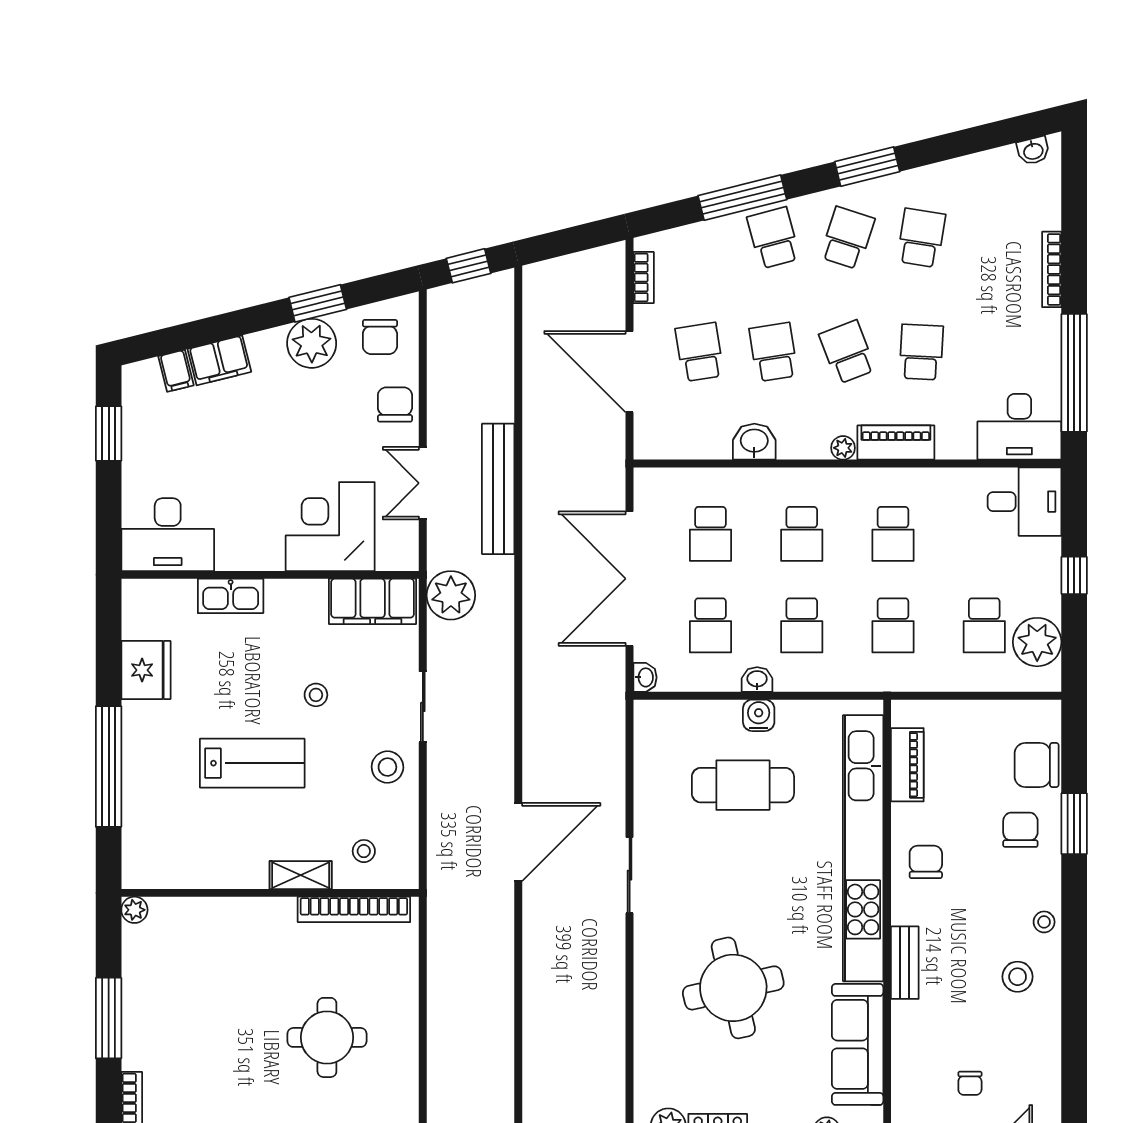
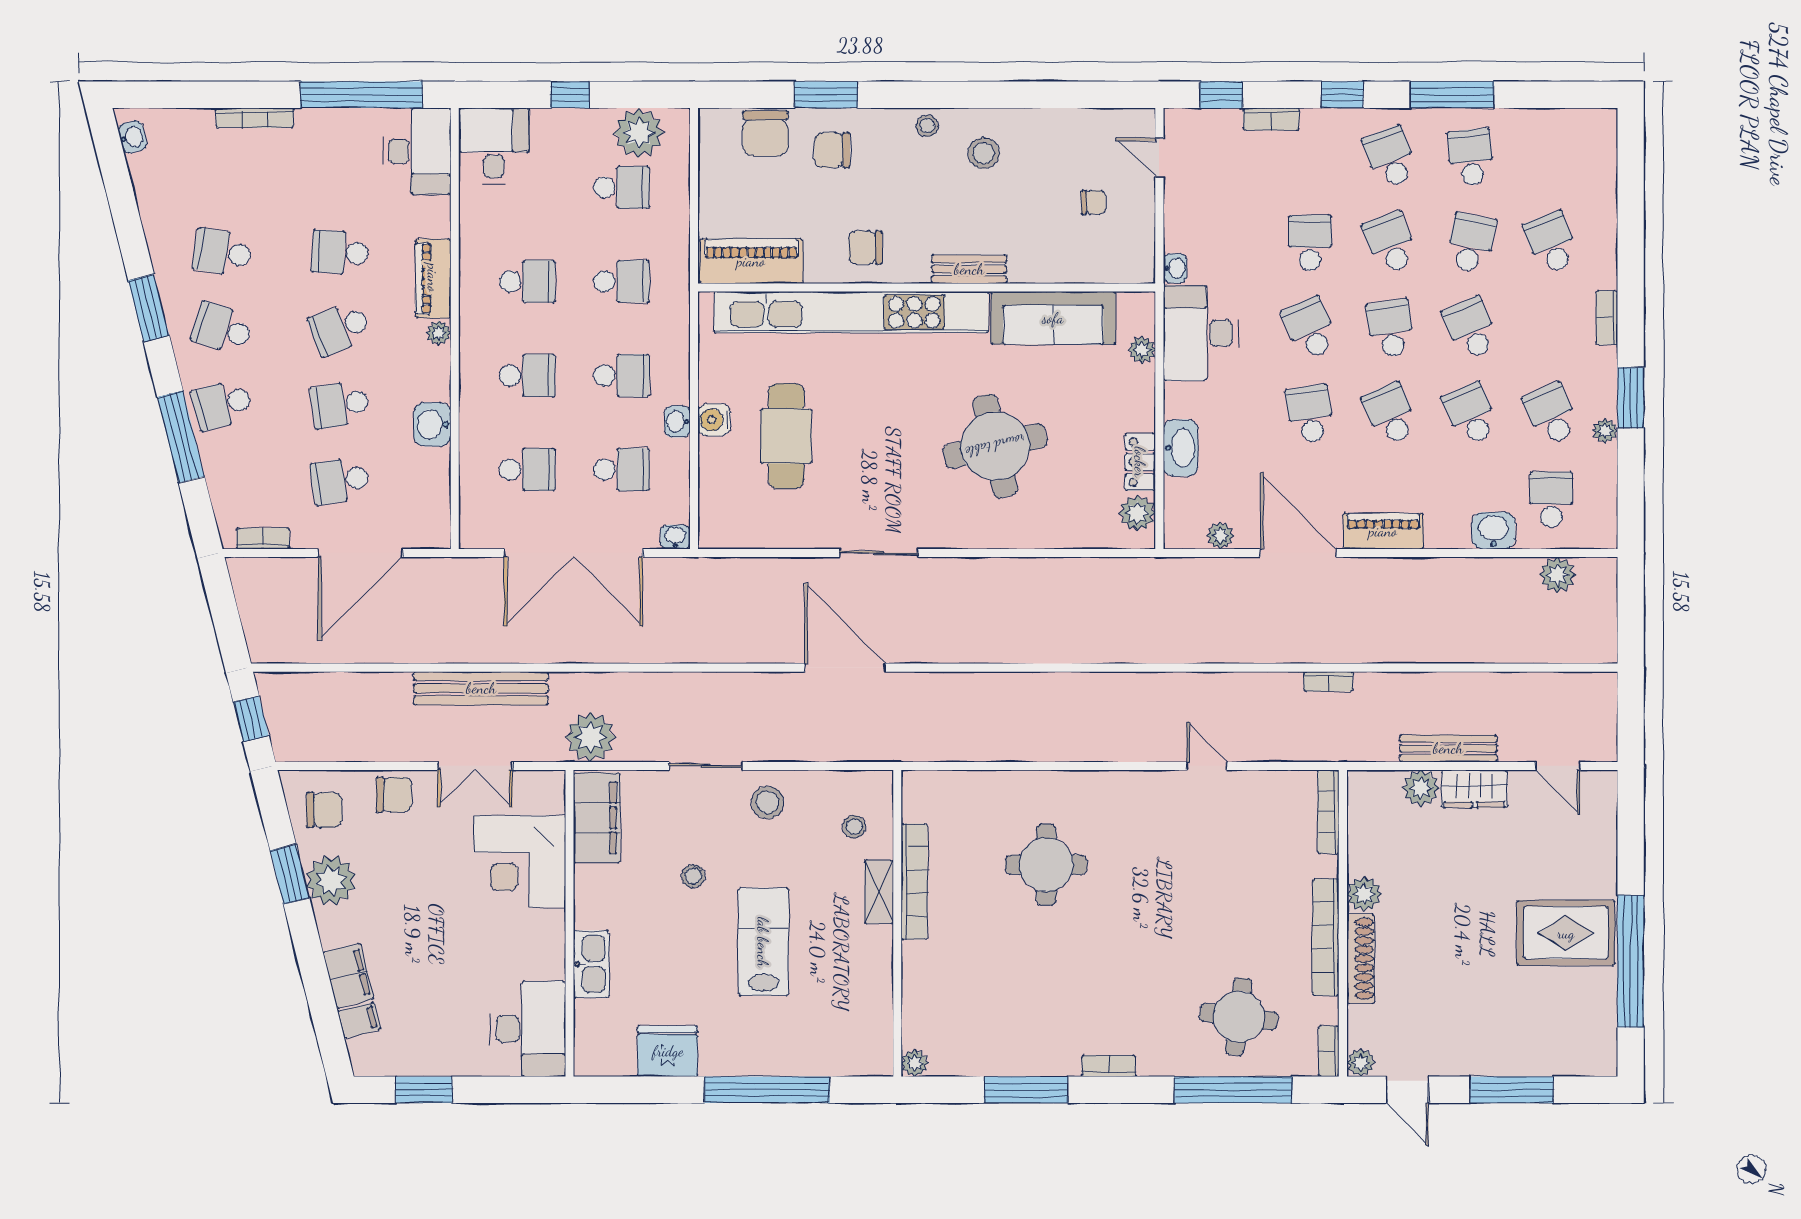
chair: (395, 405) -> (394, 795), turned 180
piano: (907, 765) -> (751, 261), width x1.37, depth x1.33
bookcase: (354, 909) -> (914, 881), moved

